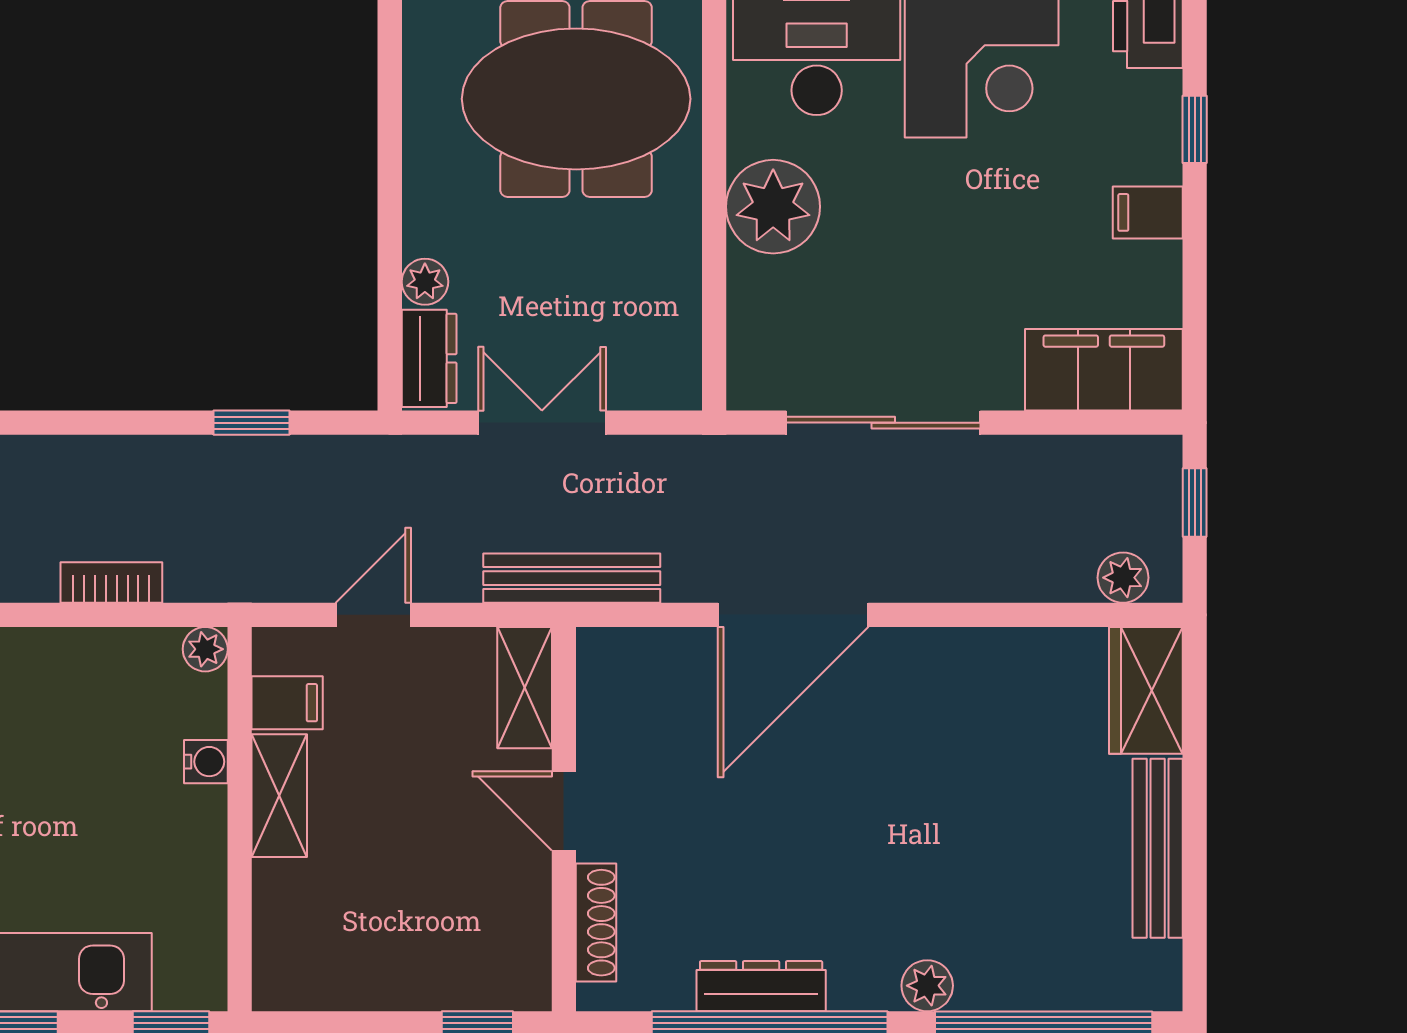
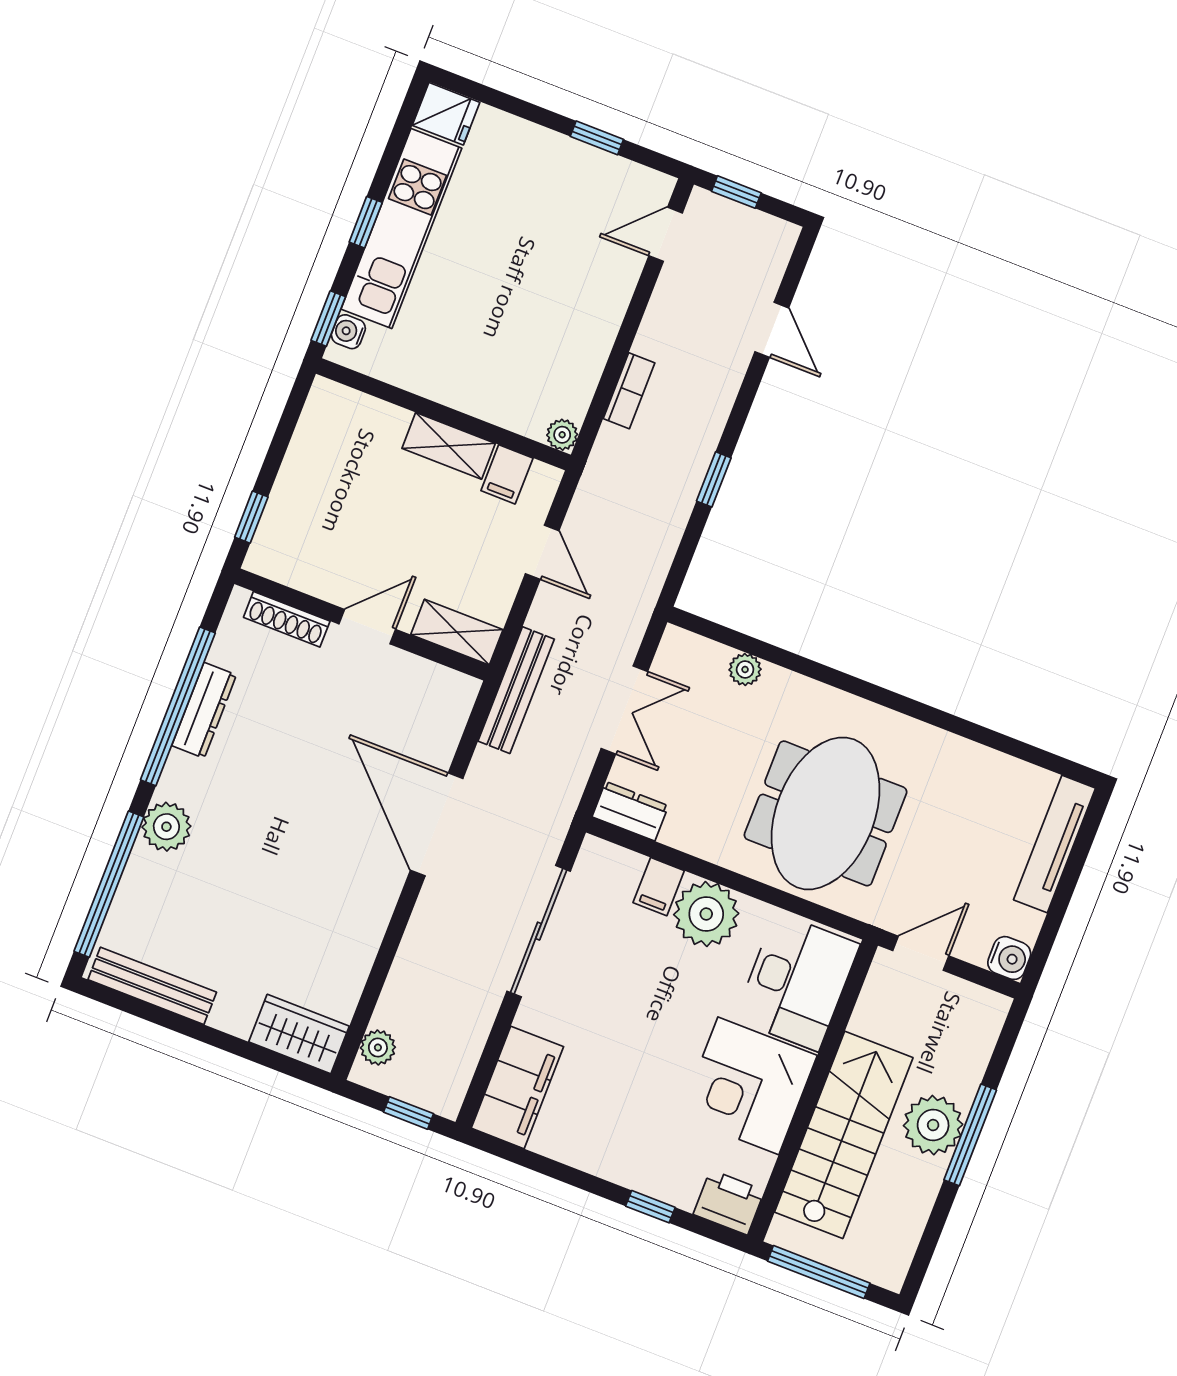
filing cabinet: (1148, 212) -> (659, 887), moved, turned 180
dresser: (429, 358) -> (630, 811), moved, turned 180
window: (251, 423) -> (714, 479), moved
water cooler: (206, 762) -> (348, 332), moved, turned 90
bench: (1158, 848) -> (152, 986), moved
plant: (927, 986) -> (166, 827), width x1.38, depth x1.38

